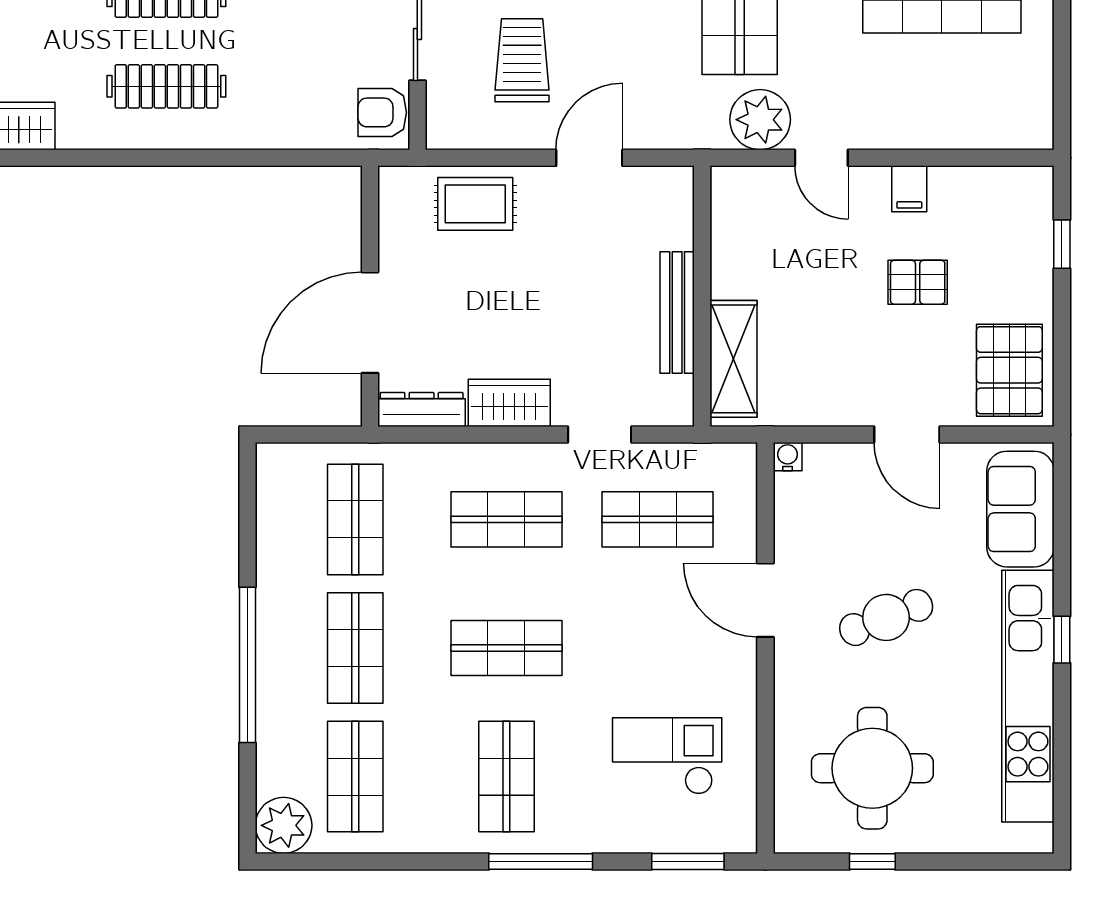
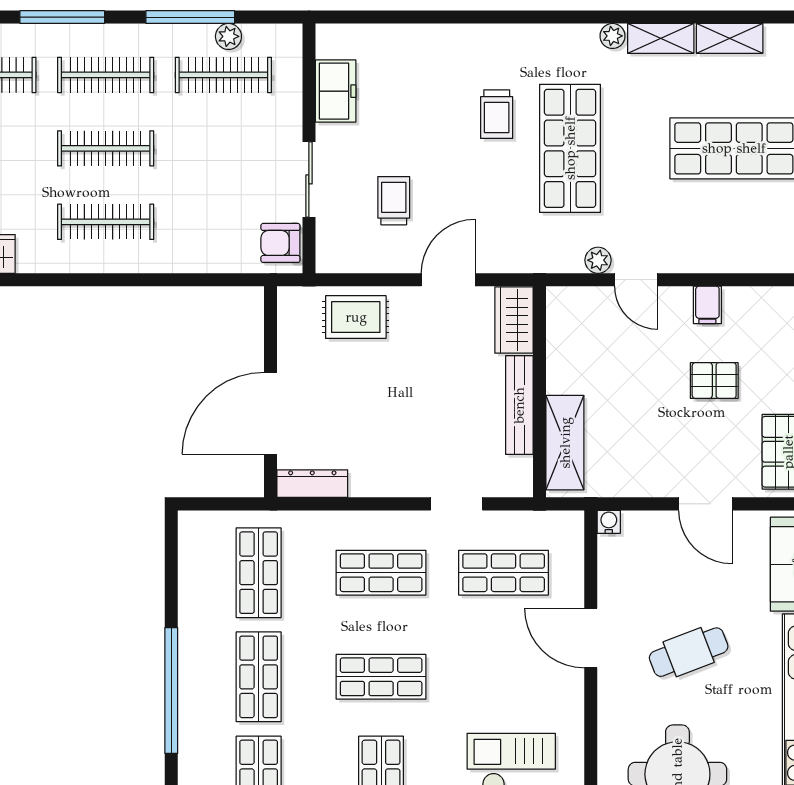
trolley: (522, 60) -> (394, 201), width x0.73, depth x0.72
plant: (760, 120) -> (598, 260), width x0.53, depth x0.53
wardrobe: (509, 403) -> (514, 320), moved, turned -90

